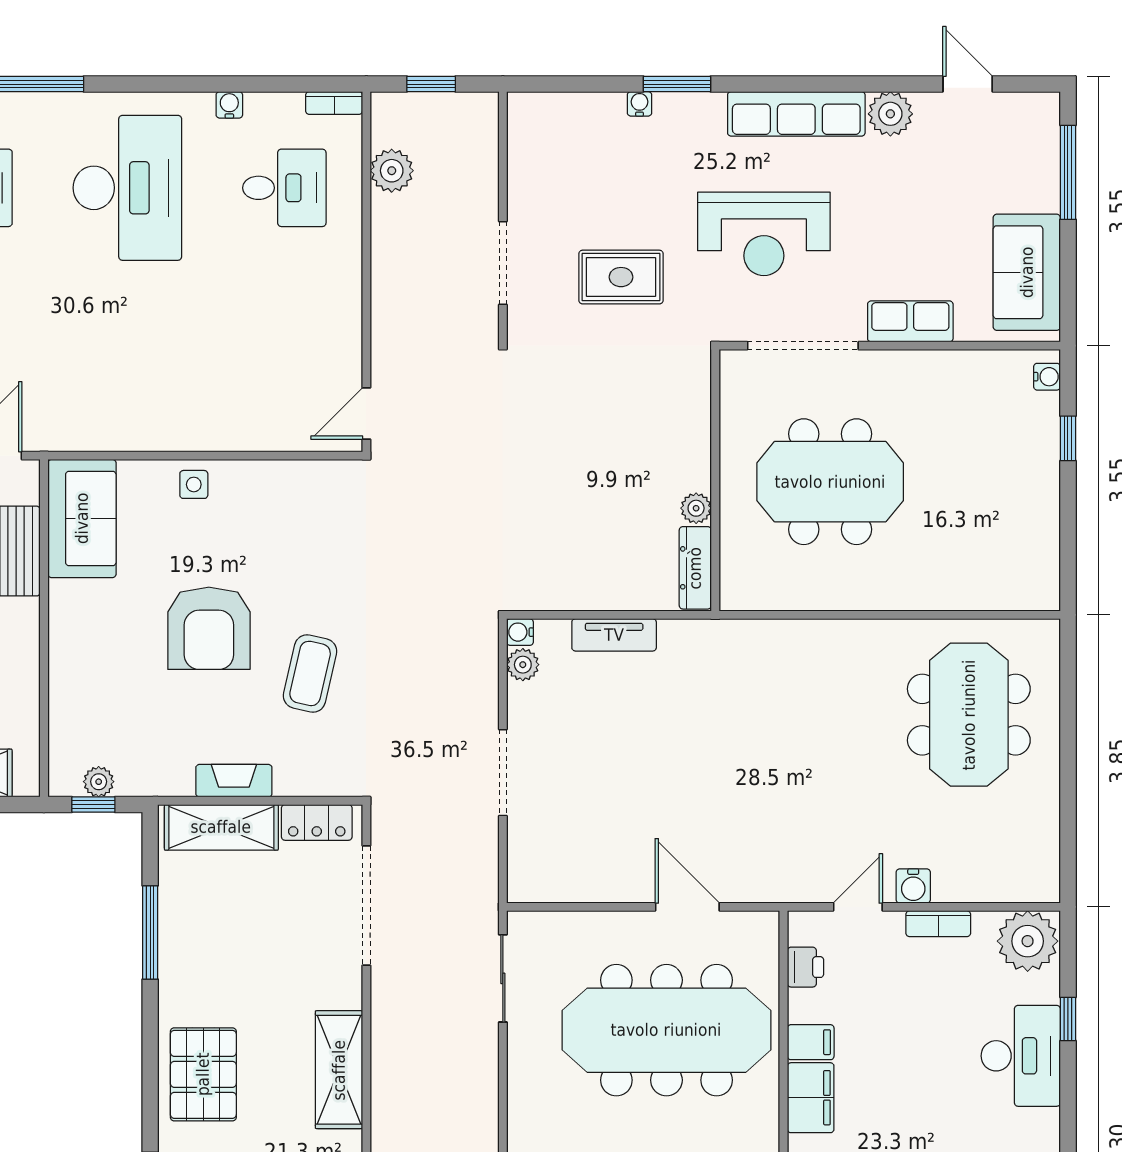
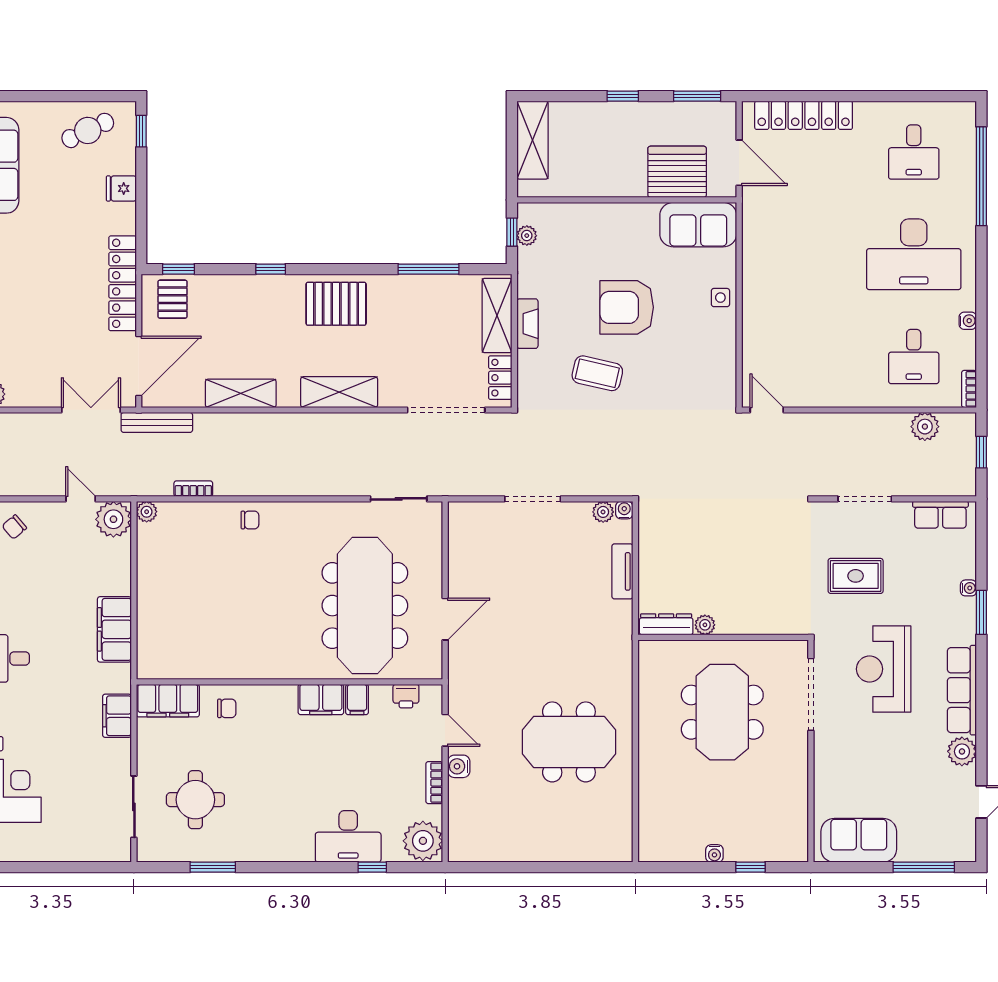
rug: (621, 277) -> (856, 576), turned 90
row of seats: (910, 321) -> (940, 515), moved, turned 90
water cooler: (1047, 377) -> (714, 853), moved
meeting table: (969, 715) -> (569, 742), moved

